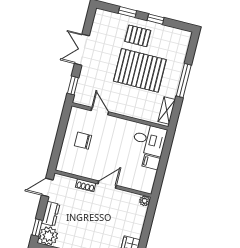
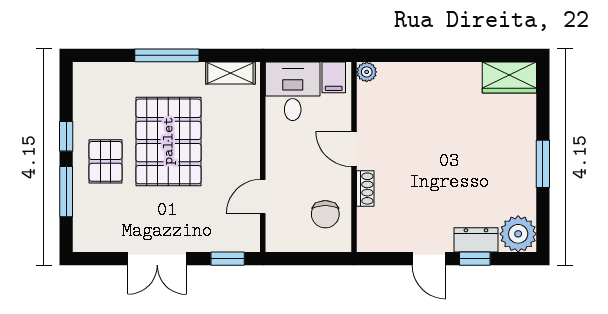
window: (127, 12) -> (66, 192), width x1.50
wall: (103, 184) -> (354, 157), moved
shoe rack: (86, 185) -> (365, 189), moved
door: (107, 185) -> (354, 149), moved
plant: (145, 201) -> (367, 72), moved
window: (37, 228) -> (475, 259), moved

